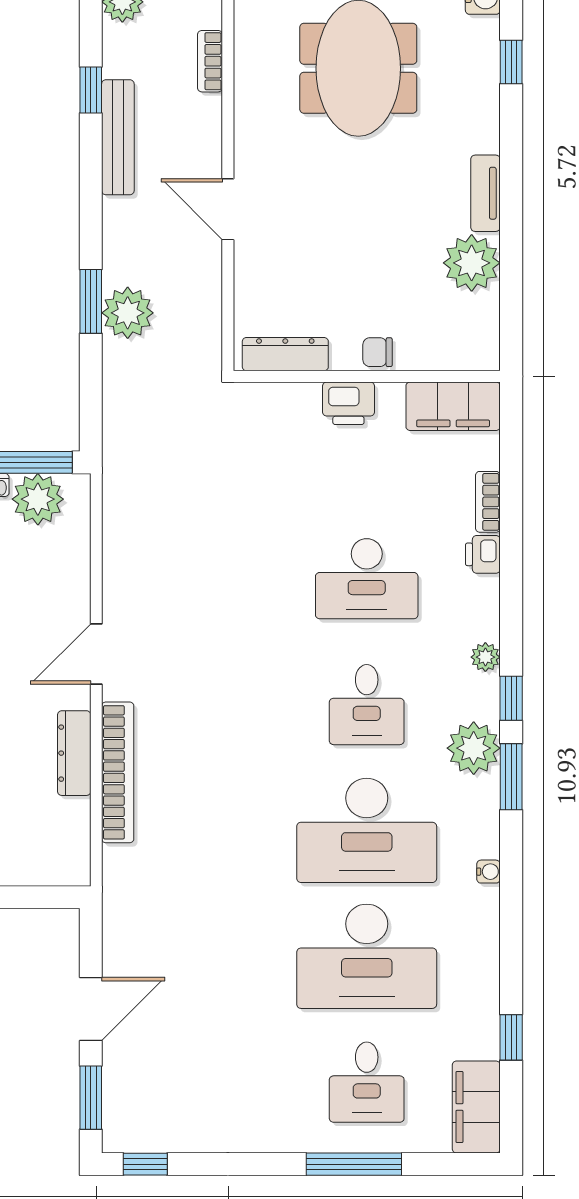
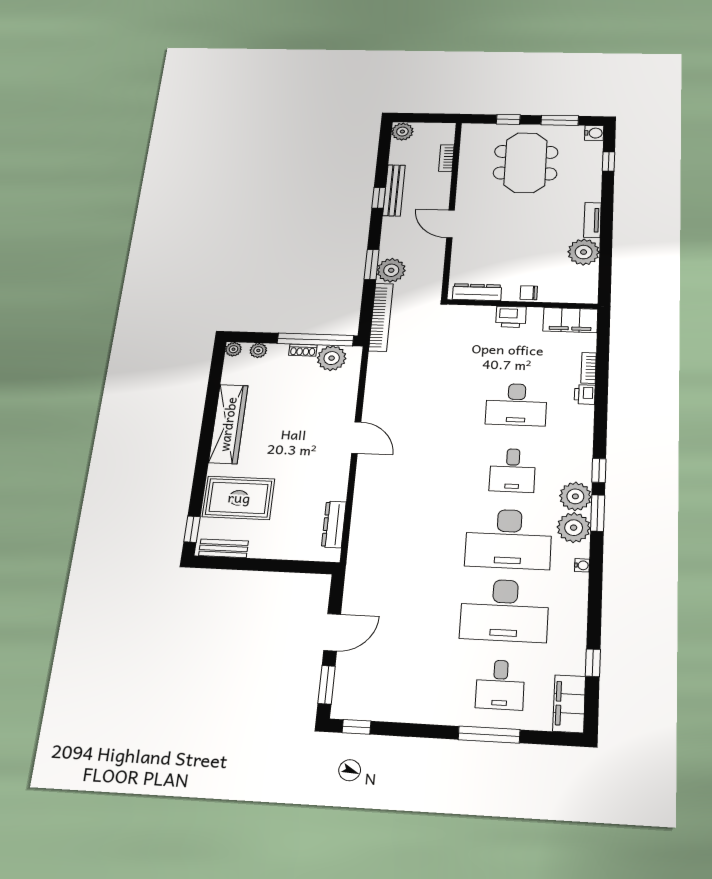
window: (91, 90) -> (379, 198), moved
door: (96, 654) -> (356, 437), swing flipped
plant: (485, 657) -> (574, 528), moved, width x1.88, depth x1.88
dresser: (74, 753) -> (334, 524), moved
bookcase: (118, 772) -> (381, 317), moved

